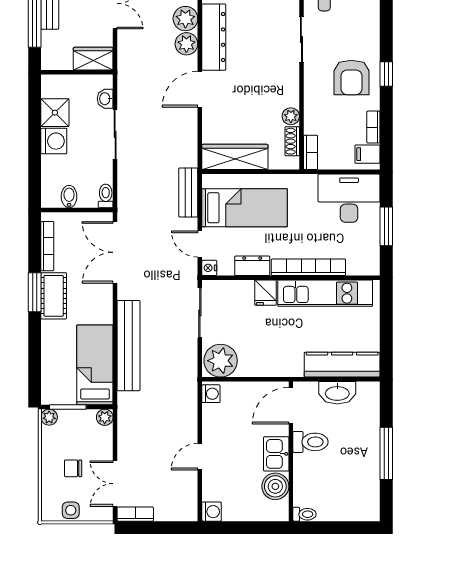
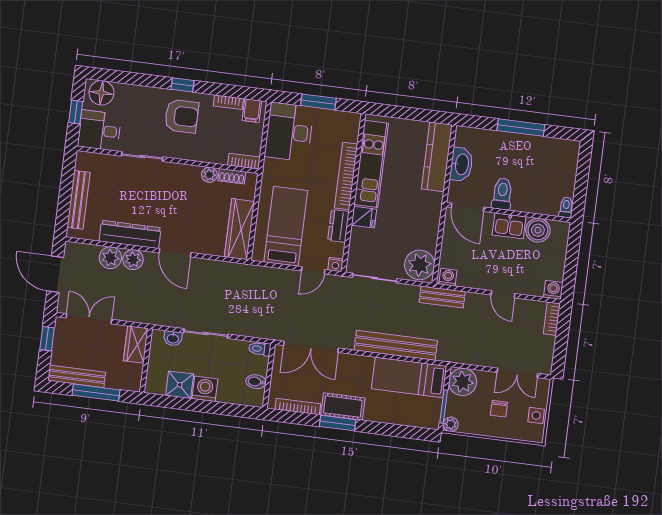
bench: (188, 193) -> (442, 297), moved
plant: (105, 417) -> (463, 382), width x1.88, depth x1.88
bookcase: (135, 514) -> (552, 319), moved

